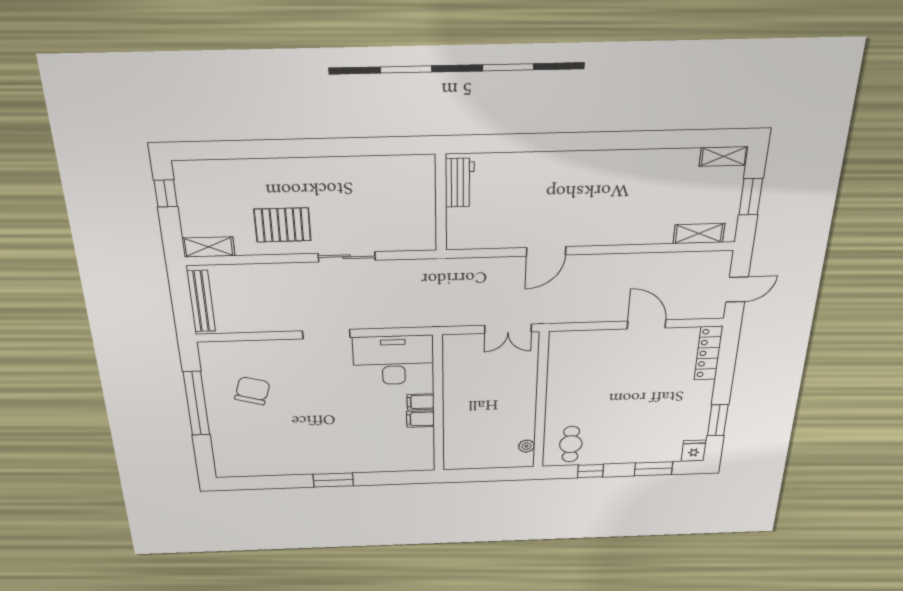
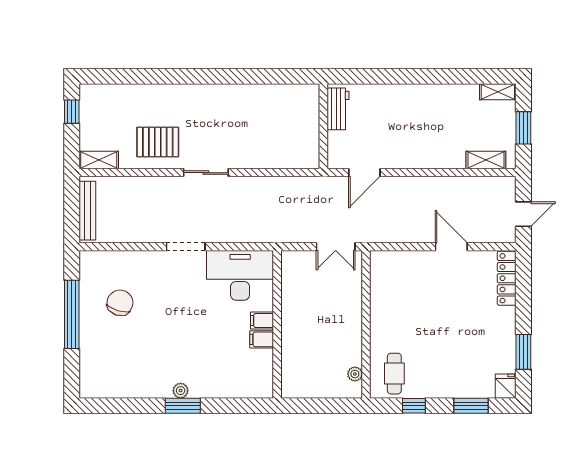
workbench: (460, 183) -> (338, 109), moved
wall: (441, 203) -> (323, 126), moved
plant: (330, 467) -> (181, 391), added

